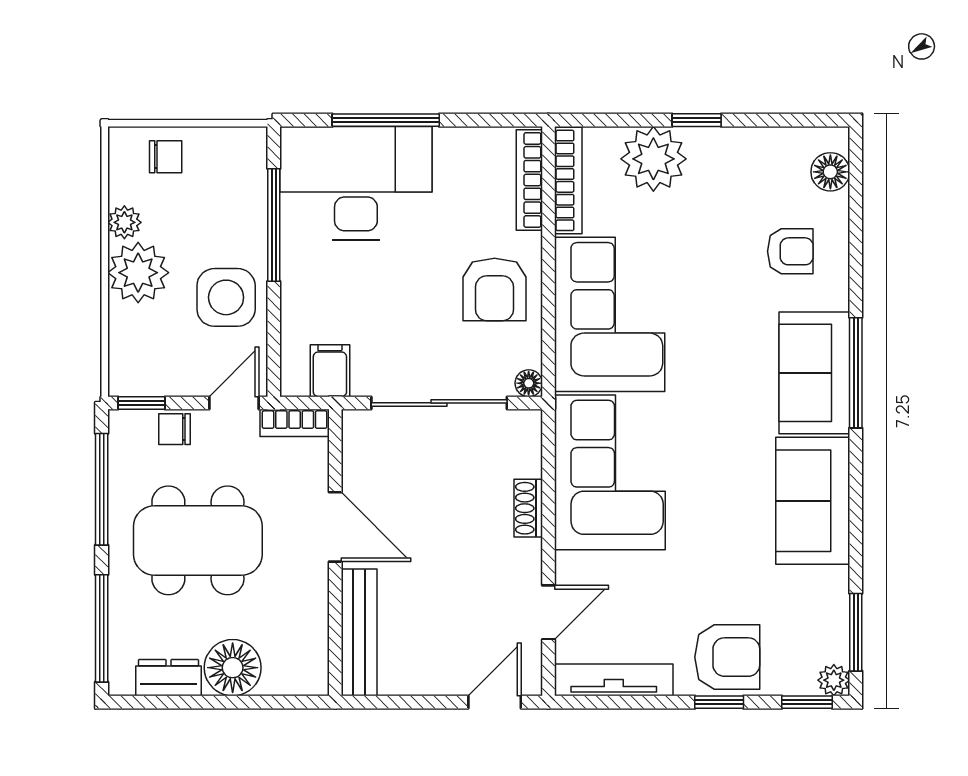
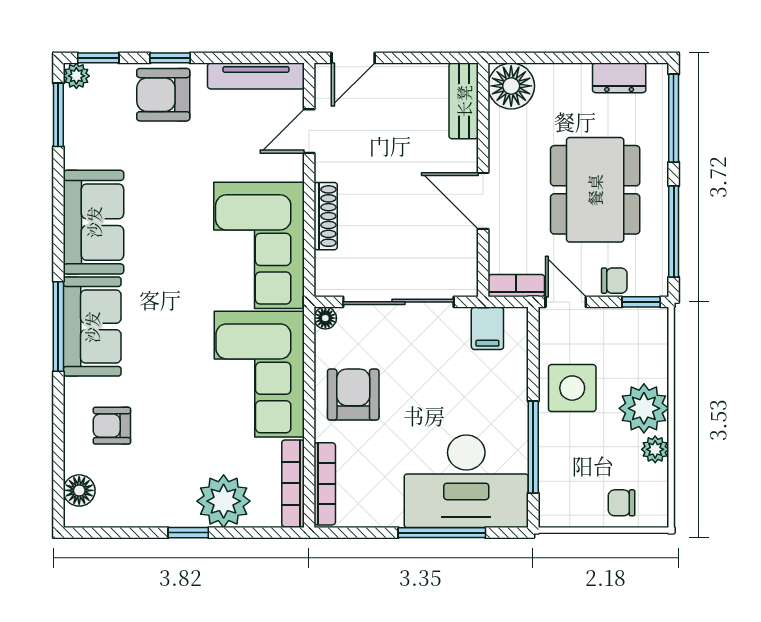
door: (234, 403) -> (566, 302), swing flipped
shoe rack: (528, 508) -> (326, 216), width x1.43
dining table: (198, 540) -> (595, 190), turned 90
bench: (359, 632) -> (464, 101), width x0.73
floor lamp: (233, 668) -> (511, 86), moved

